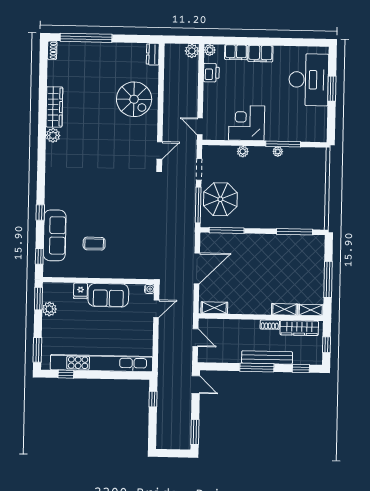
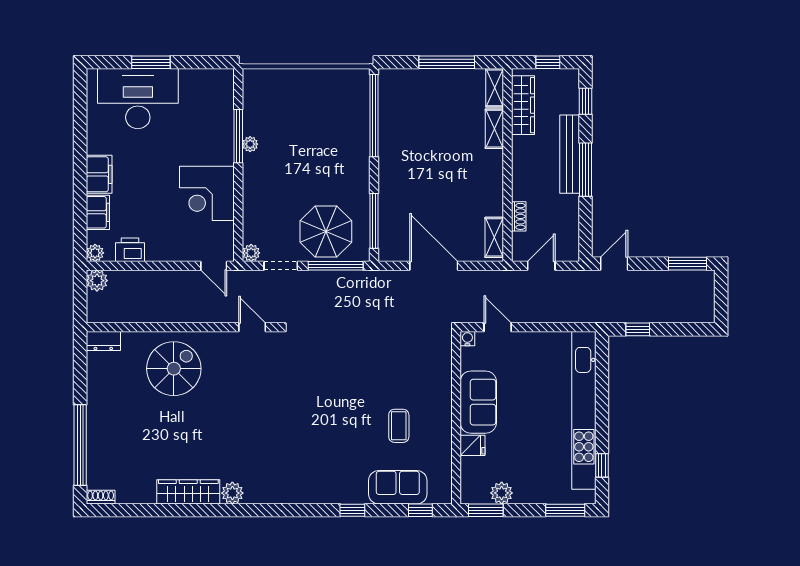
door: (200, 126) -> (214, 266), hinge flipped
plant: (243, 151) -> (251, 253), moved
window: (295, 232) -> (374, 116), width x1.46
sofa: (55, 235) -> (398, 487), width x0.73
shoe rack: (270, 325) -> (519, 216), moved

